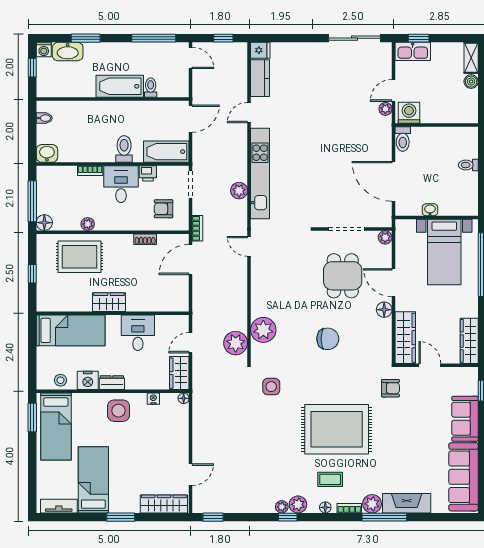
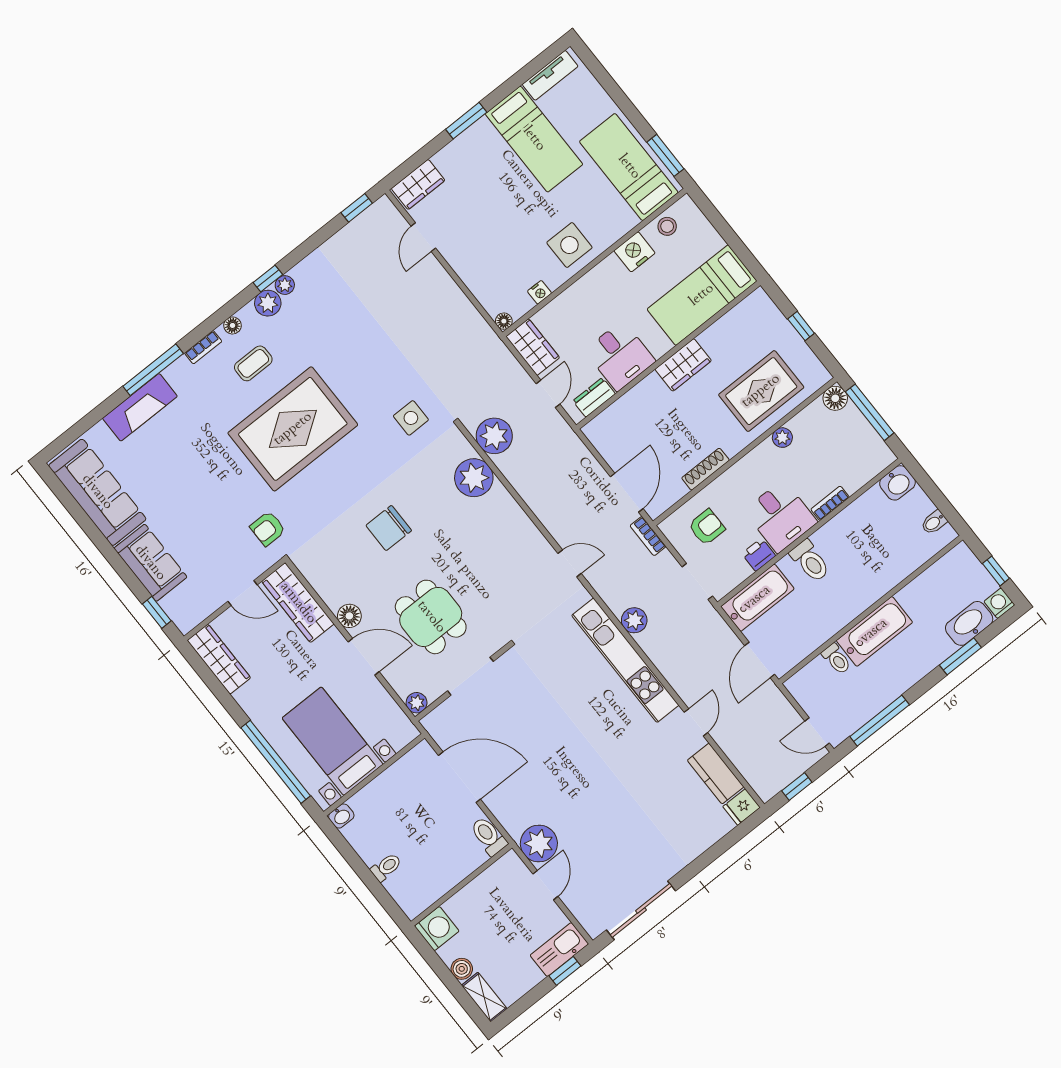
plant: (385, 109) -> (539, 844), width x1.87, depth x1.87
washing machine: (409, 113) -> (437, 929), moved, turned -90
washbasin: (430, 210) -> (341, 816), moved
shoe rack: (145, 239) -> (706, 469), width x1.43
dresser: (112, 383) -> (594, 397), moved, turned 180
wardrobe: (164, 504) -> (418, 184), width x0.67
plant: (372, 504) -> (180, 374), removed

